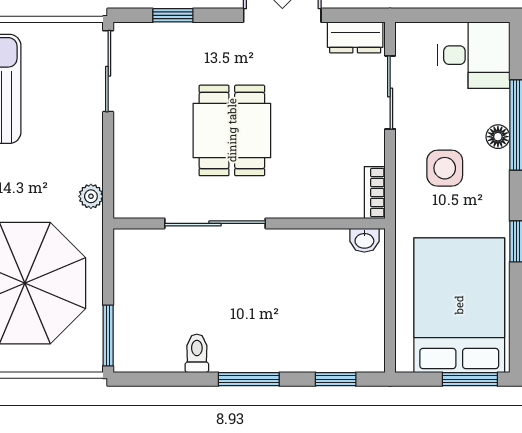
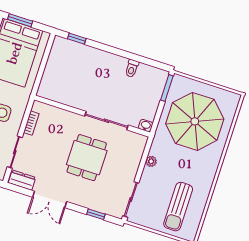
bookcase: (375, 193) -> (31, 123), moved
plant: (91, 196) -> (151, 161), moved
washbasin: (364, 240) -> (146, 126), moved
window: (249, 379) -> (113, 50), removed

